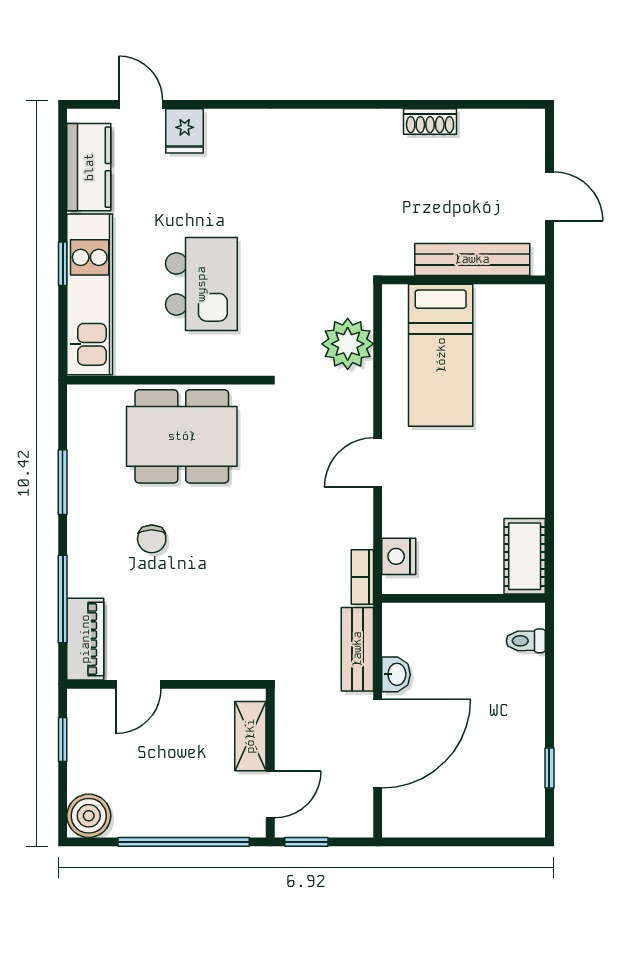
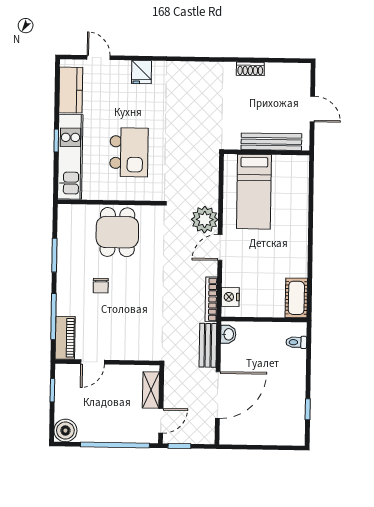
fridge: (185, 131) -> (142, 72), moved
plant: (348, 344) -> (205, 220), moved
dining table: (182, 436) -> (117, 232), width x0.73
bookcase: (362, 577) -> (211, 299), width x1.56
washbasin: (396, 674) -> (228, 334), moved

